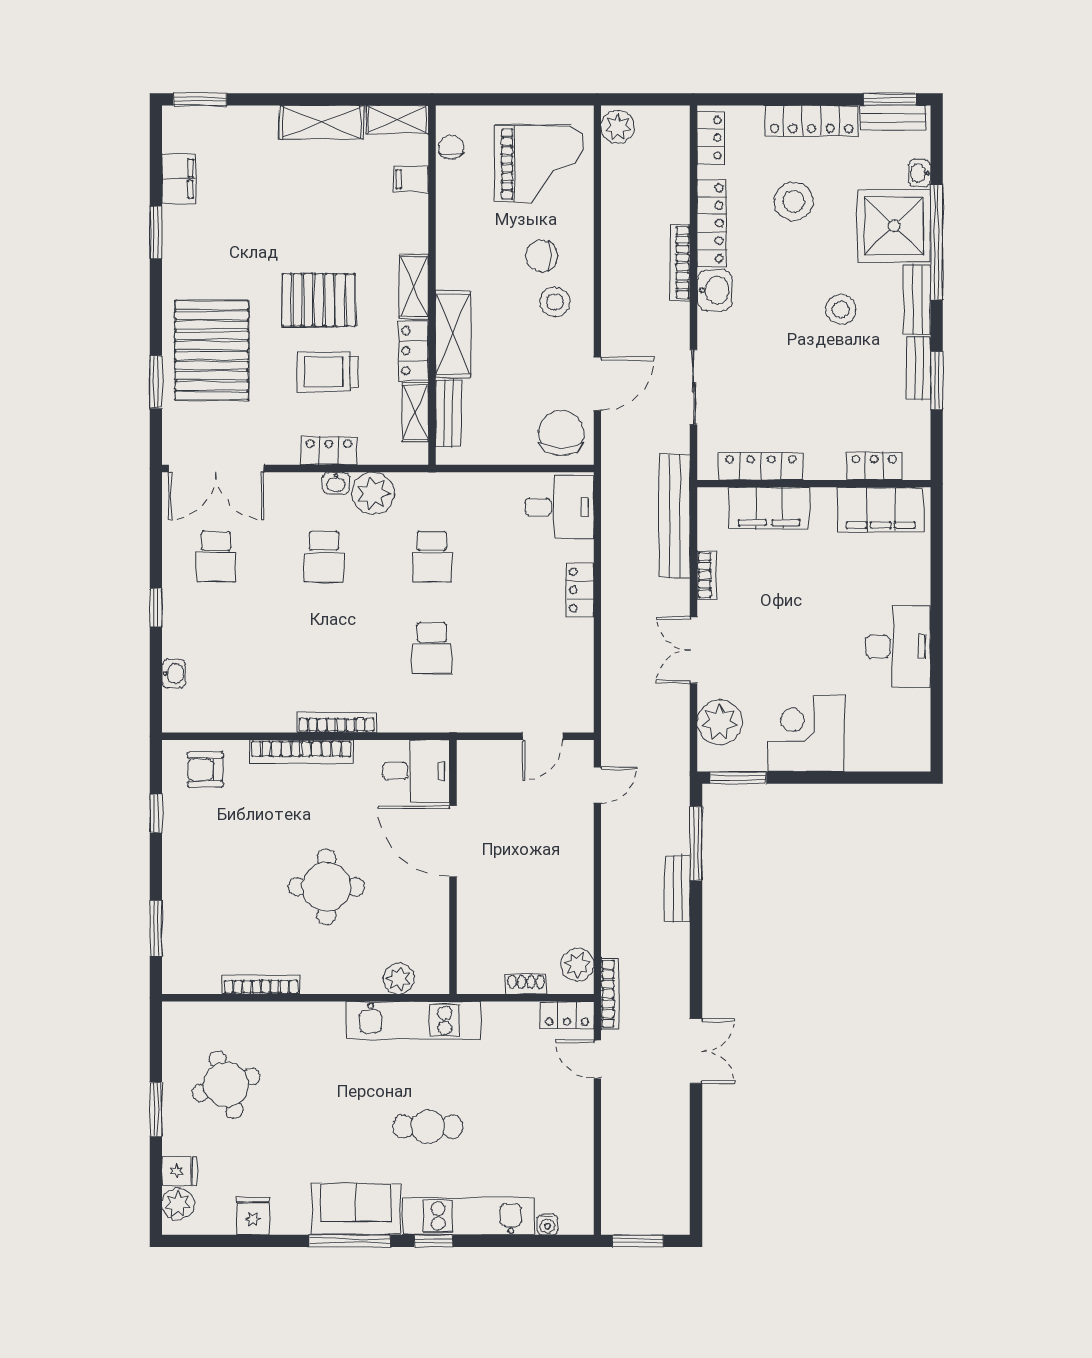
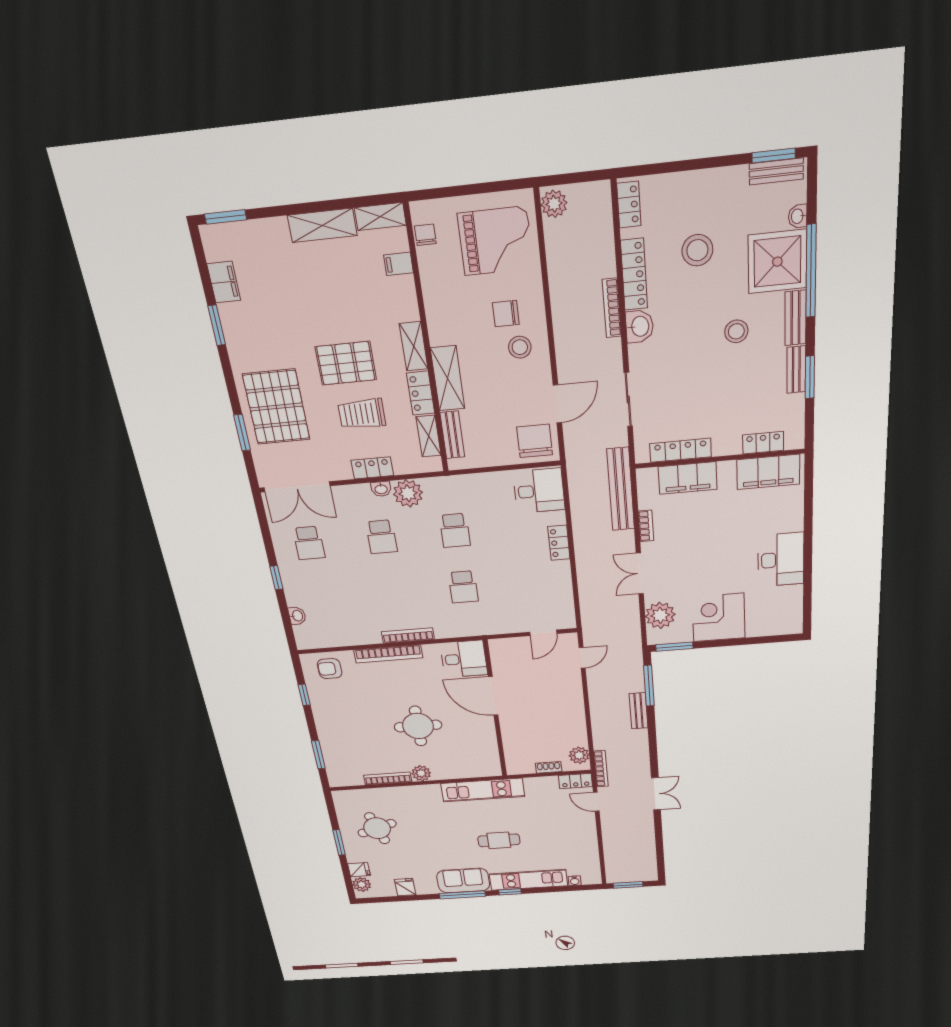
locker: (812, 121) -> (710, 181), removed
plant: (399, 979) -> (421, 773), moved

